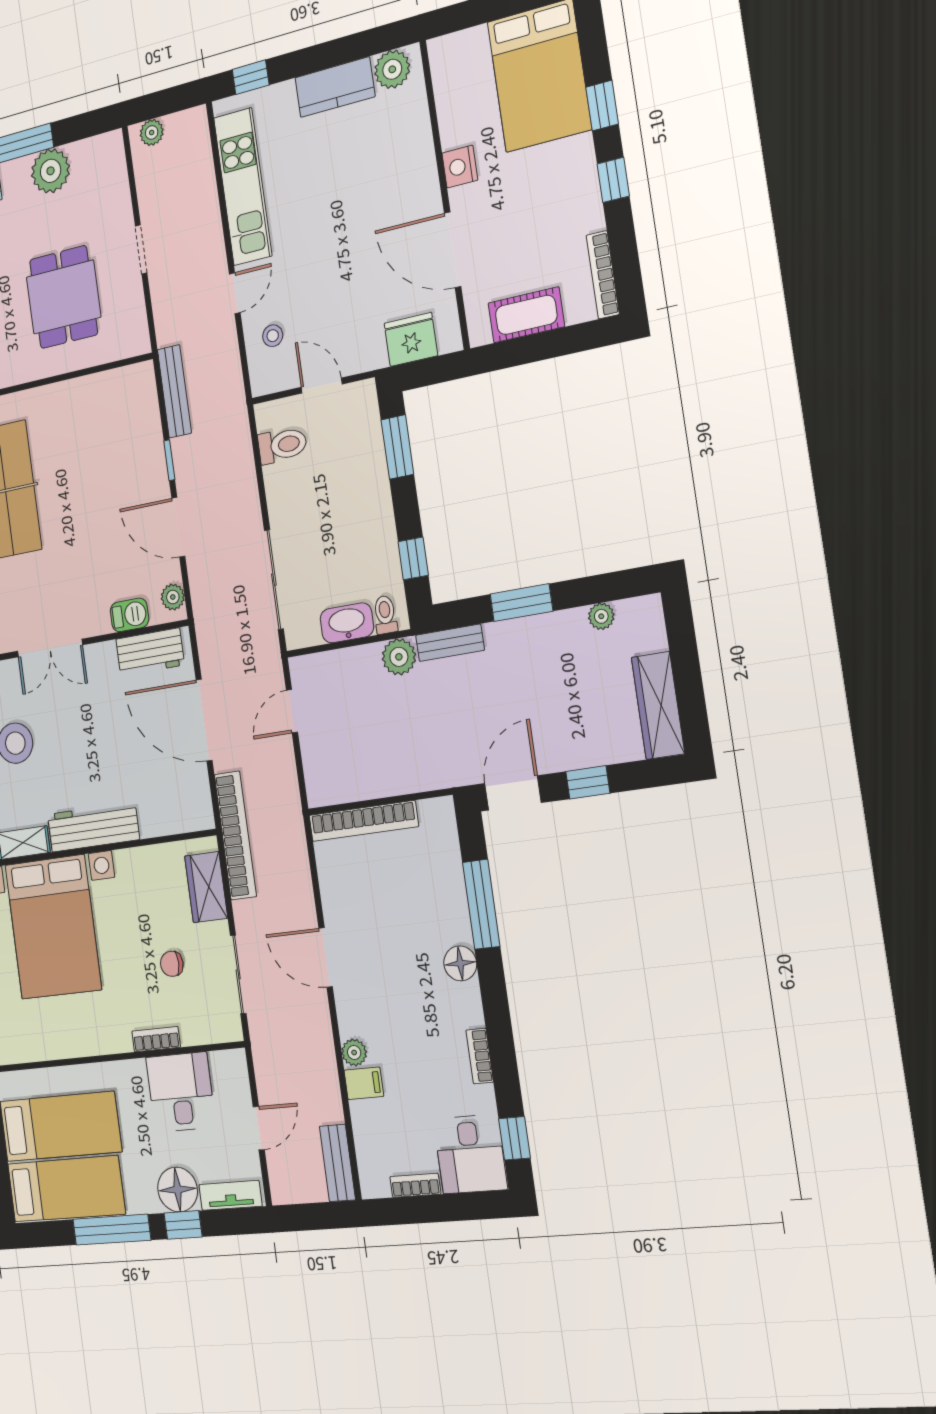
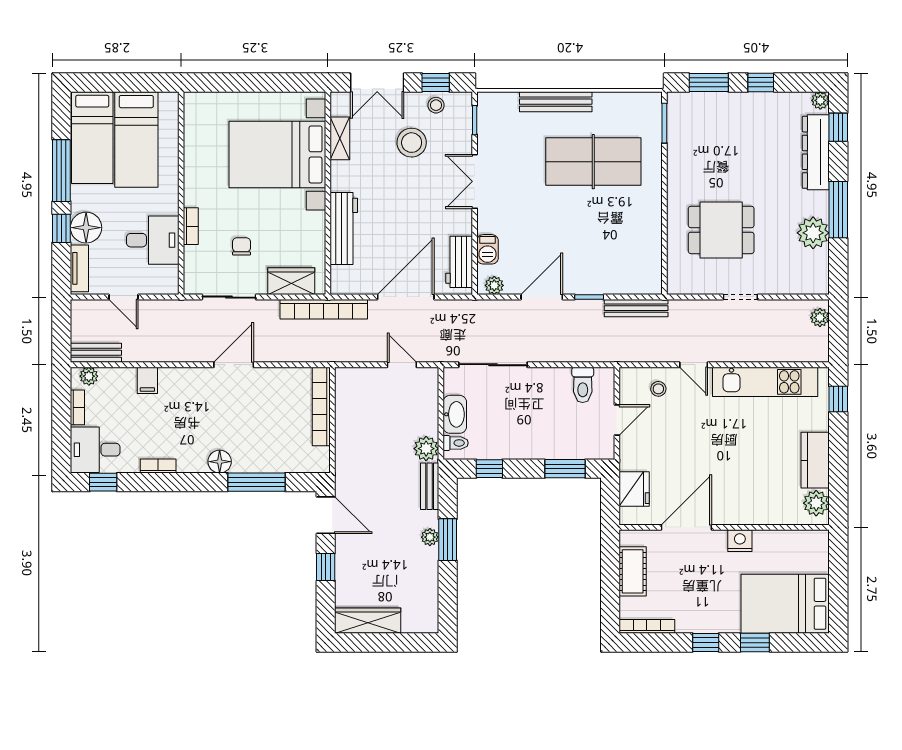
plant: (601, 616) -> (430, 537), moved
workbench: (93, 827) -> (344, 229), moved
plant: (354, 1052) -> (89, 376), moved

